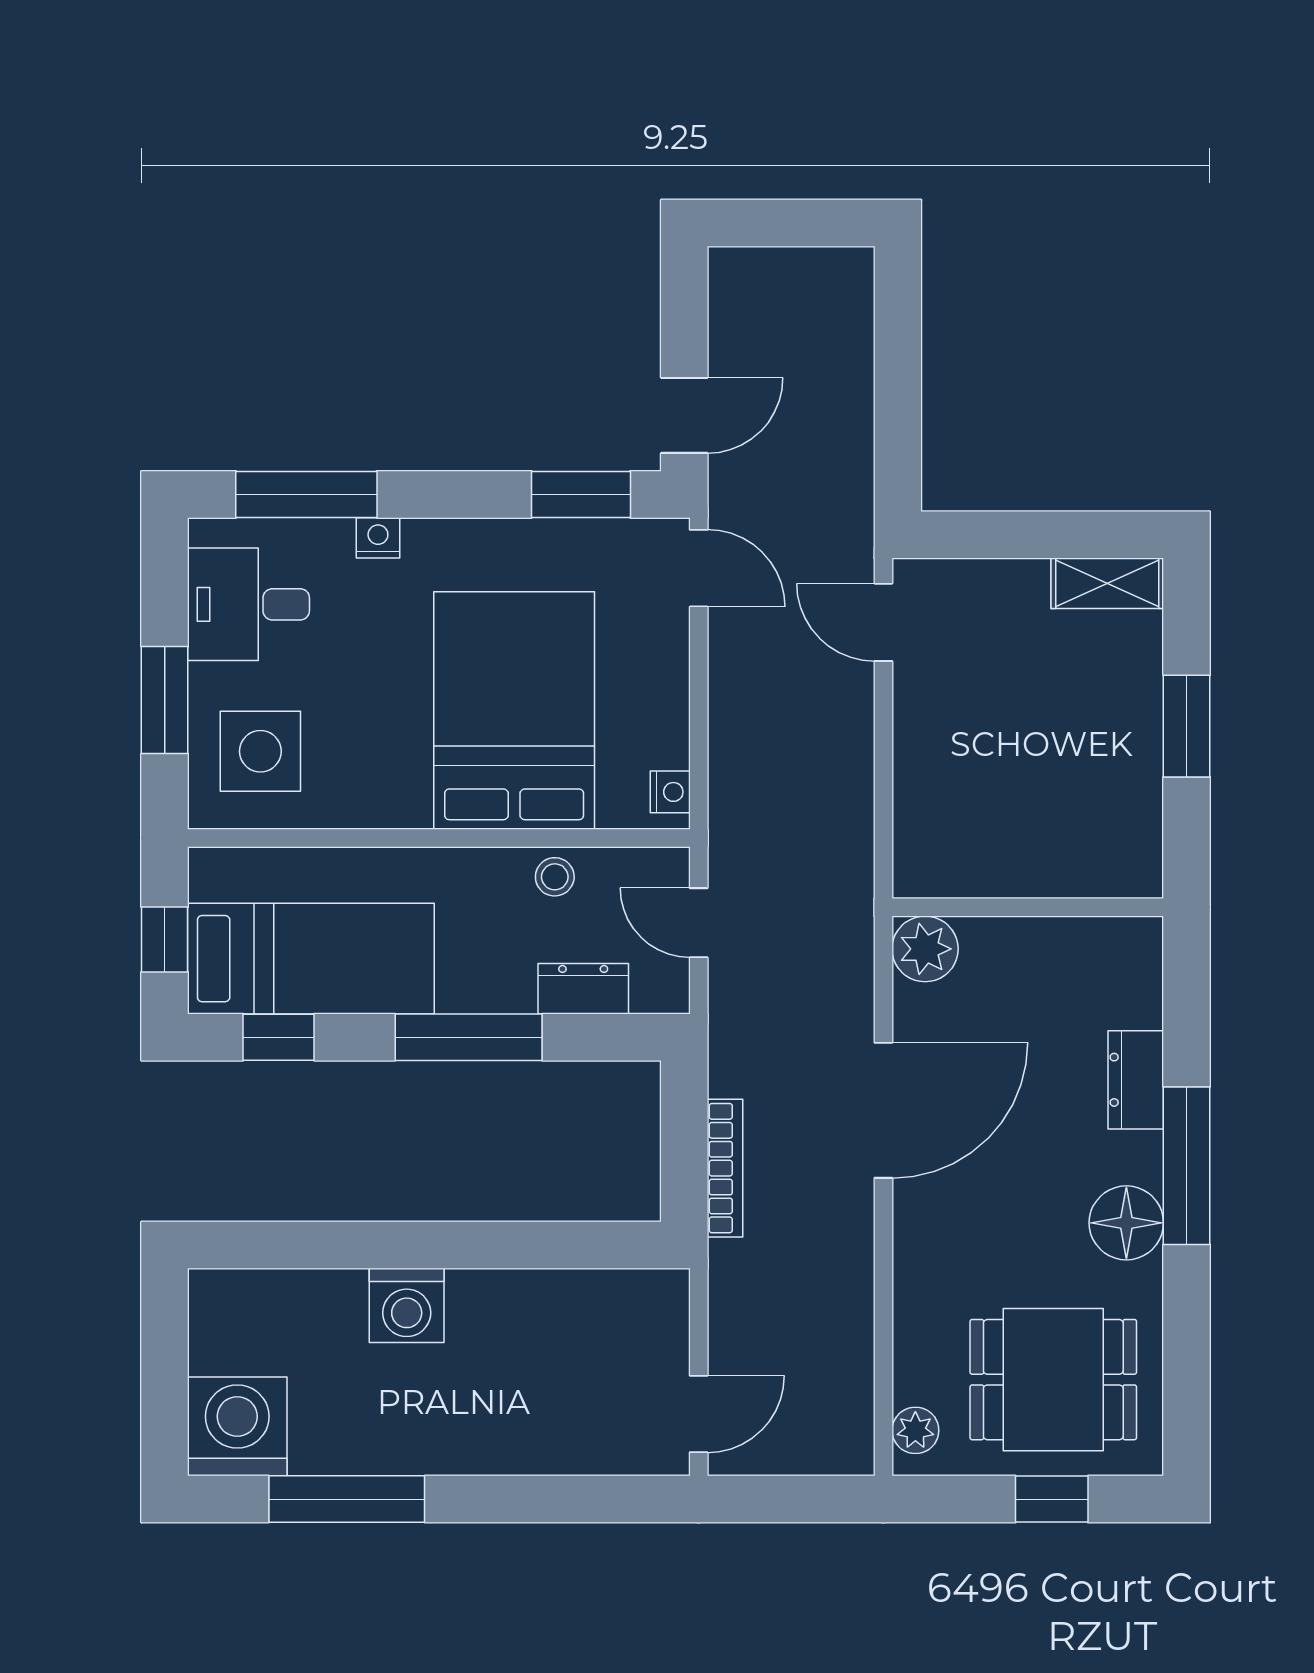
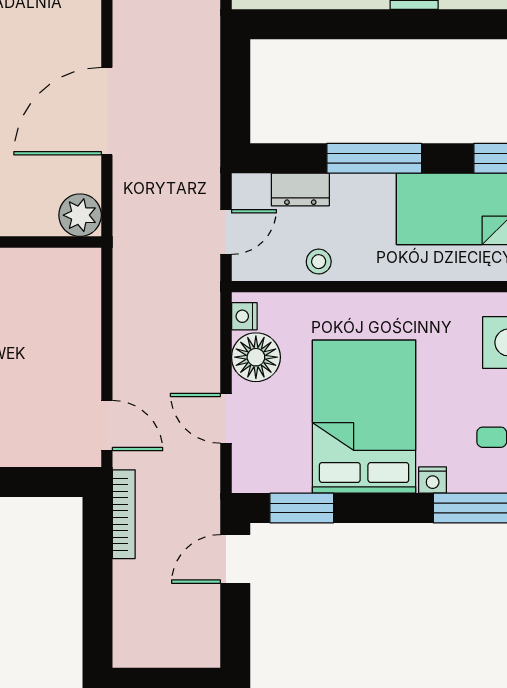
door: (699, 568) -> (226, 418), moved
bed: (514, 711) -> (364, 417), moved, turned 180
floor lamp: (652, 728) -> (256, 357), added
door: (699, 923) -> (226, 232), hinge flipped
bookcase: (725, 1168) -> (124, 514), moved, turned 180

